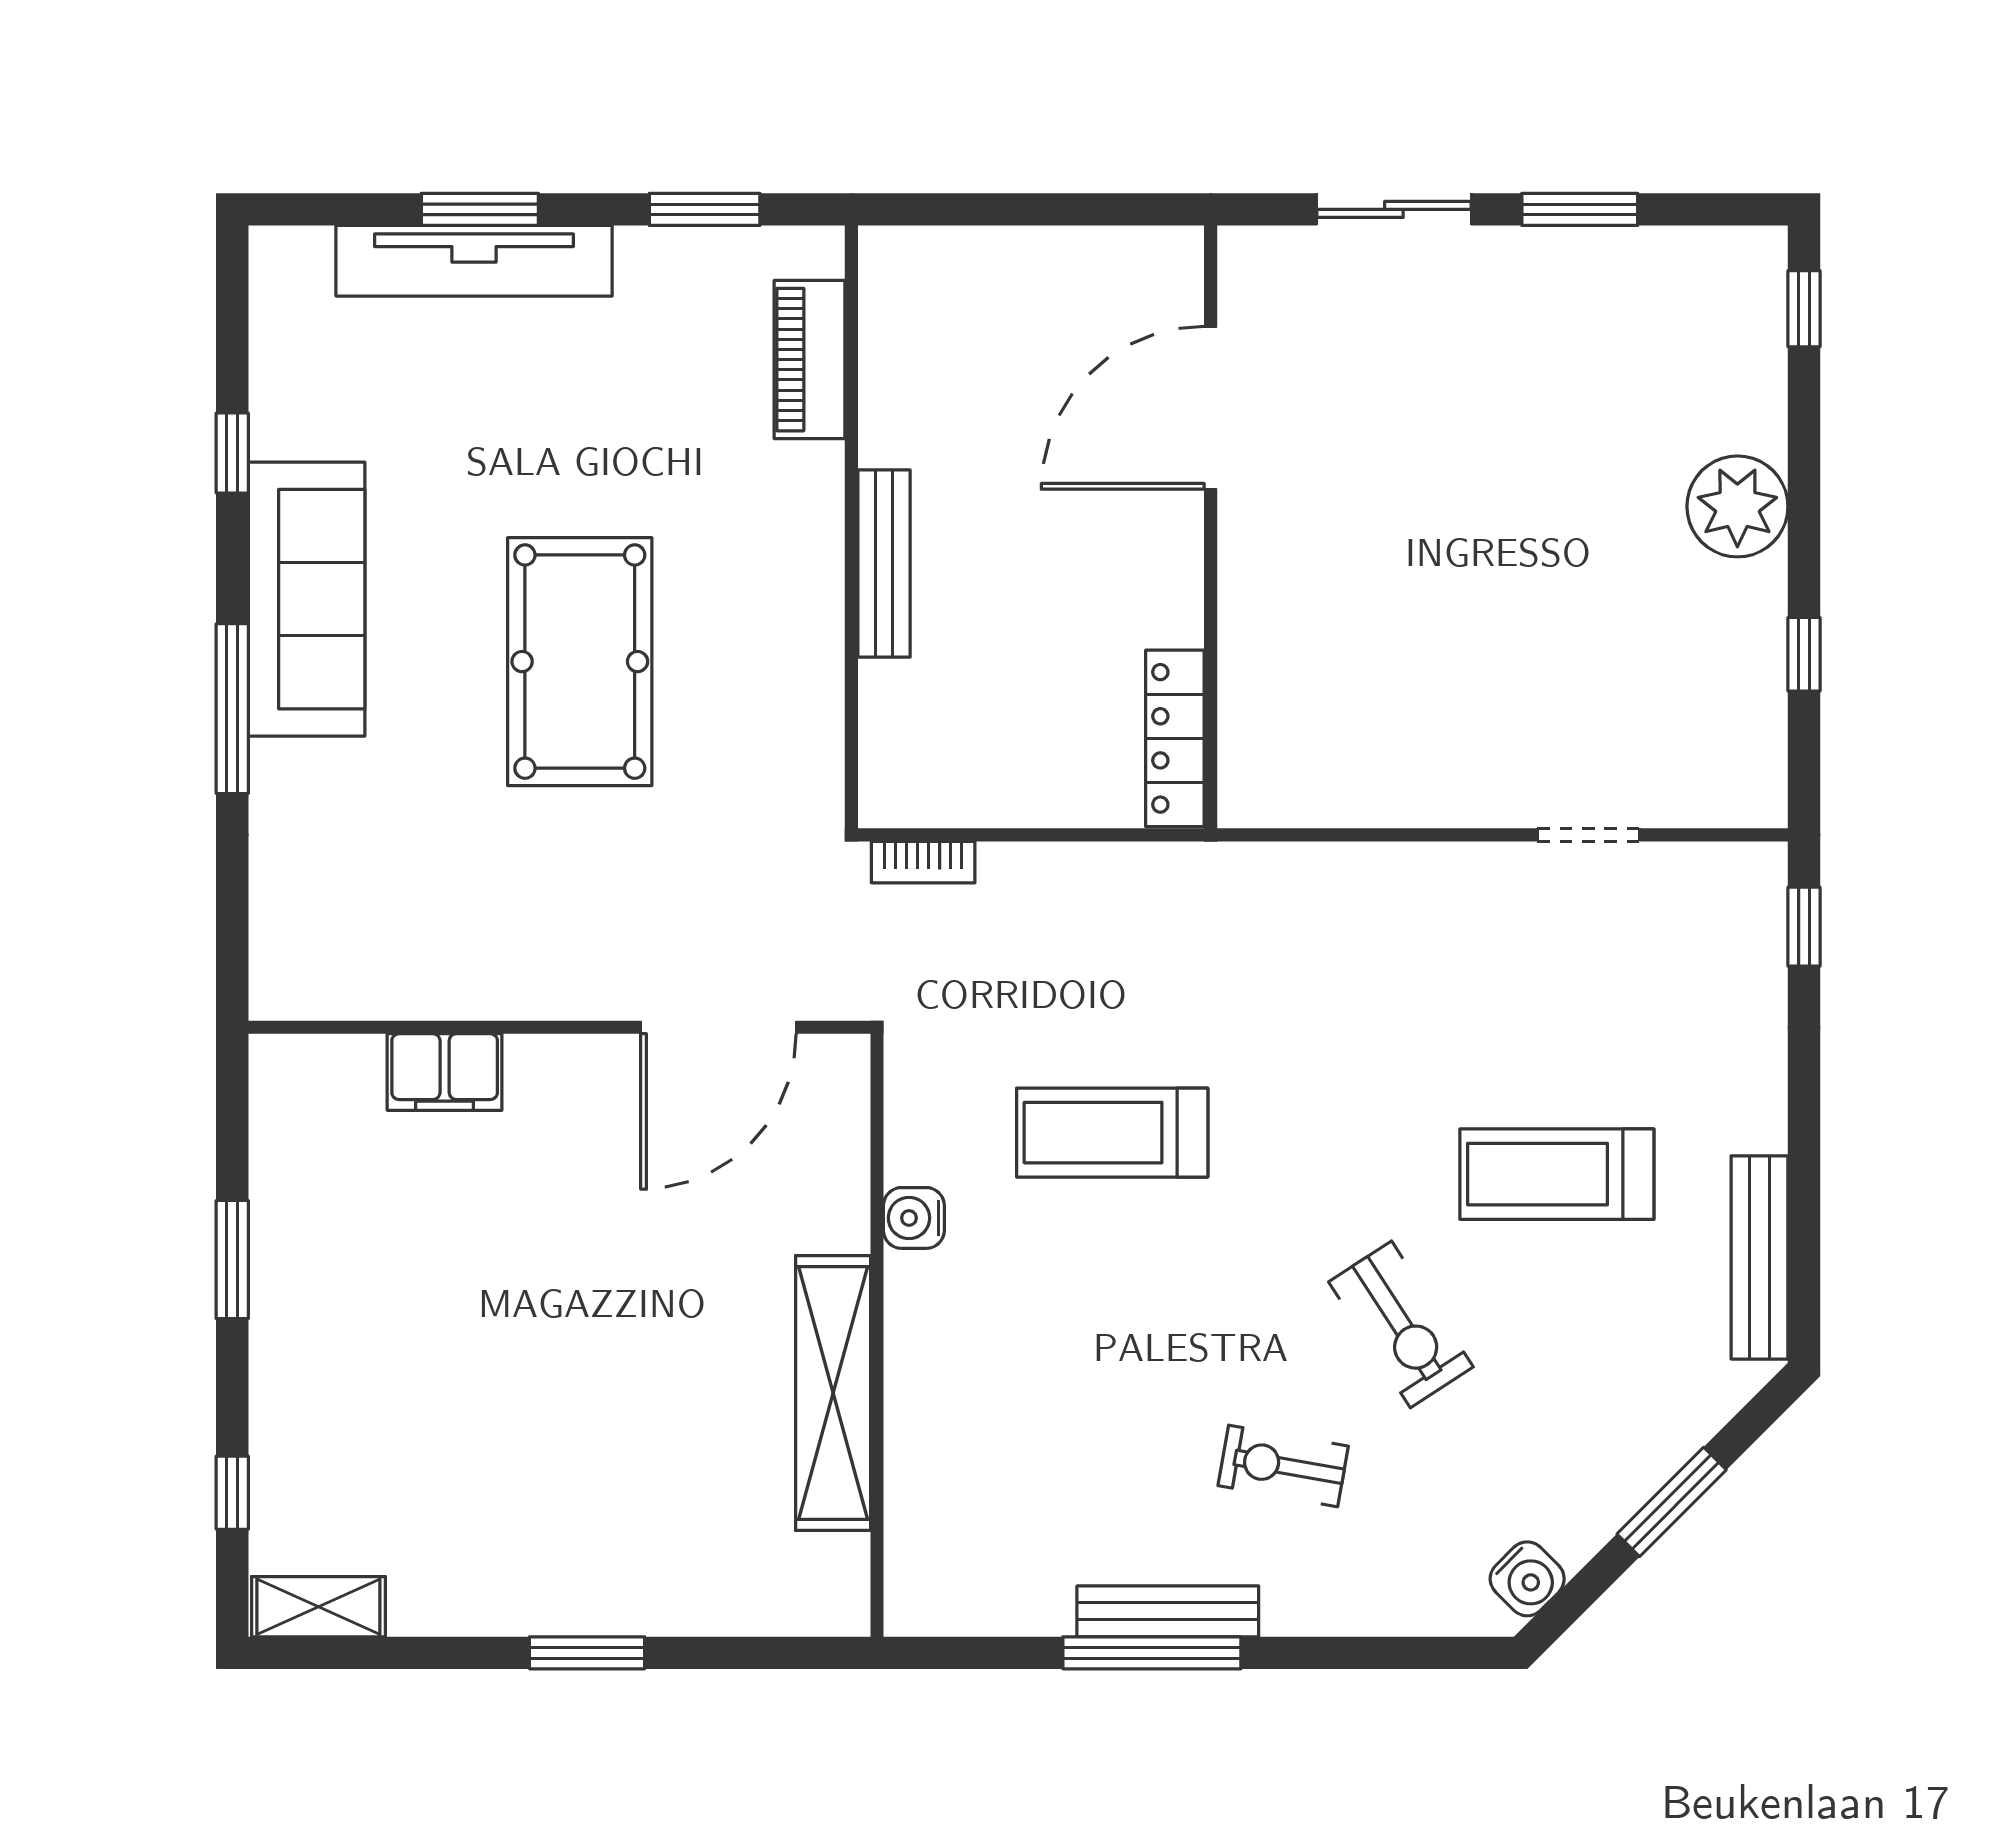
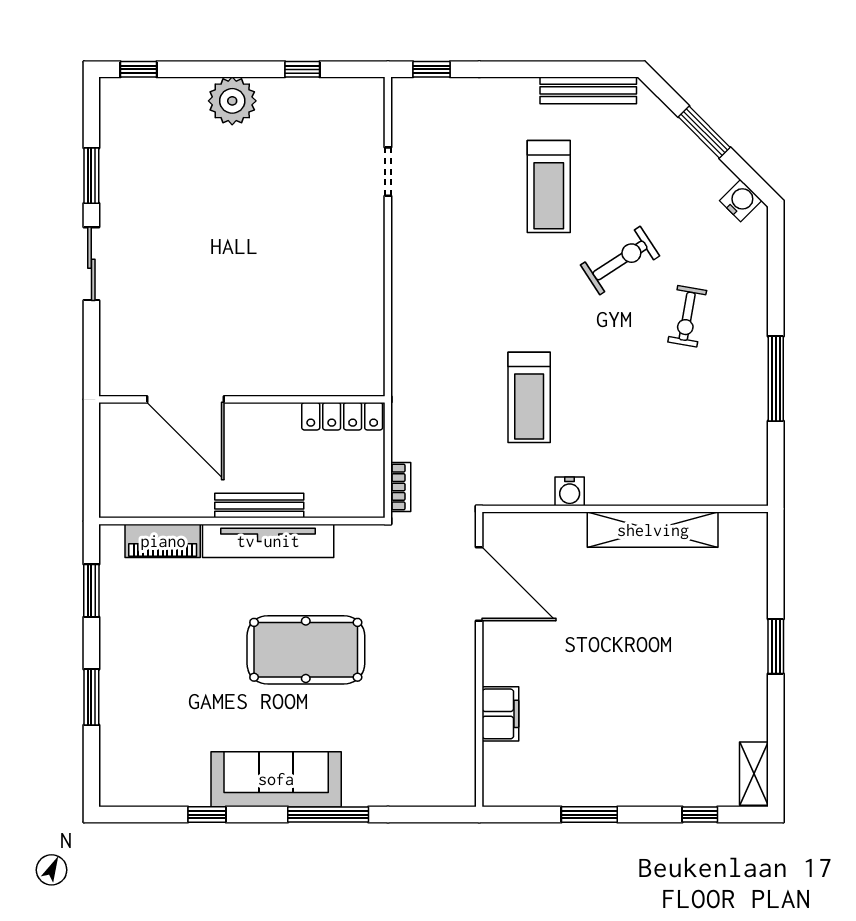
tv unit: (474, 261) -> (268, 541), moved, turned 90
door: (1211, 408) -> (185, 399), moved
wall: (1211, 527) -> (242, 399), moved
locker: (1175, 738) -> (342, 416), moved
bench: (1168, 1611) -> (756, 371), removed

